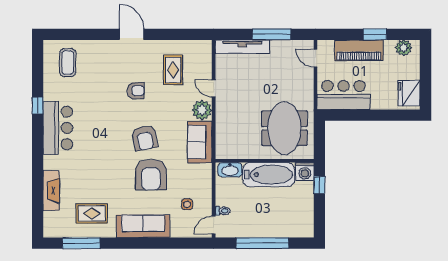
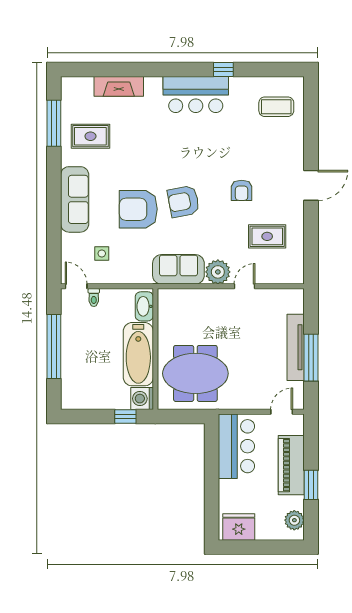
tv unit: (242, 47) -> (296, 347), moved
rug: (92, 213) -> (90, 136), turned 90

